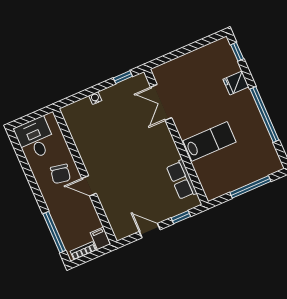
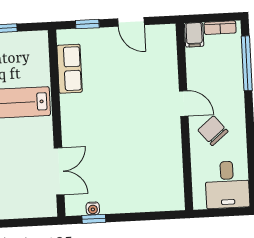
water cooler: (95, 98) -> (93, 208), moved
chair: (60, 174) -> (213, 131), turned -51

